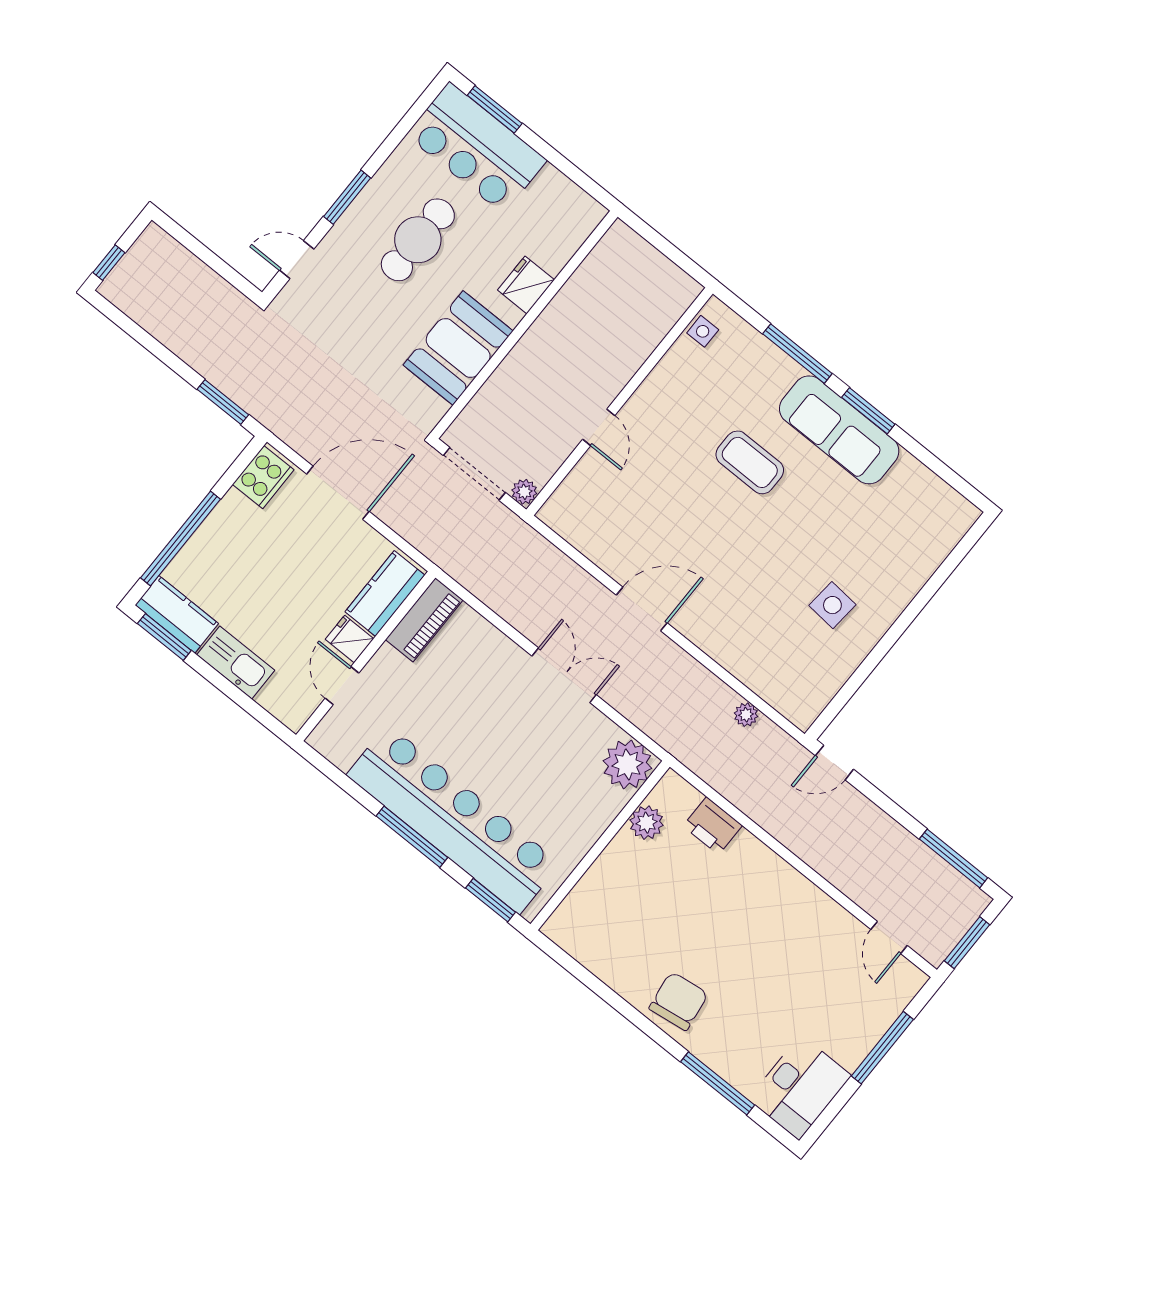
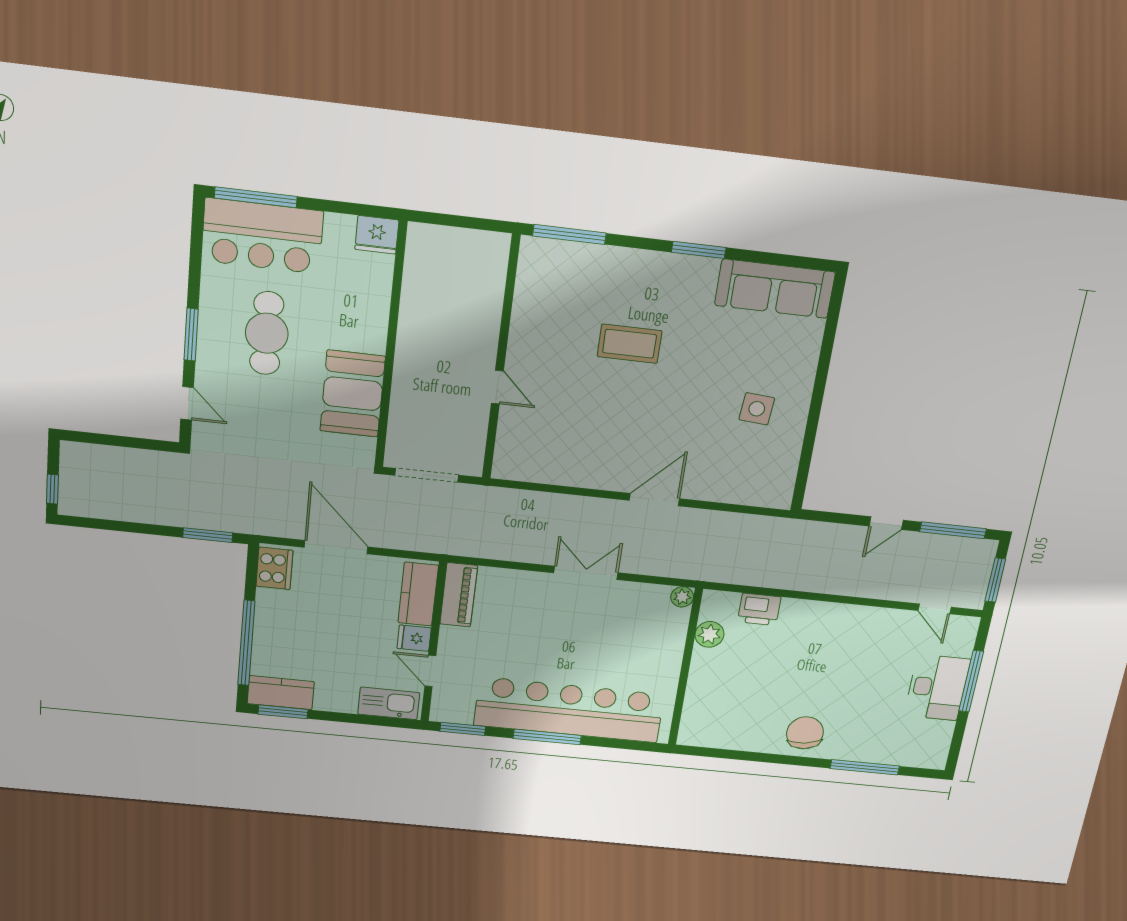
window: (495, 109) -> (256, 197), width x1.44
door: (297, 260) -> (187, 403), swing flipped
fridge: (526, 285) -> (377, 235), moved, turned -90
side table: (703, 331) -> (531, 268), removed
window: (797, 354) -> (569, 234), moved
sofa: (839, 430) -> (775, 289), moved
plant: (524, 492) -> (472, 466), removed
door: (338, 493) -> (336, 547), hinge flipped
door: (642, 609) -> (654, 500), moved
kitchen sink: (236, 663) -> (389, 703), moved
plant: (746, 715) -> (738, 522), removed
door: (834, 762) -> (886, 523), moved
plant: (627, 764) -> (682, 597), width x0.53, depth x0.53
window: (491, 900) -> (463, 729), moved
desk: (800, 1087) -> (937, 687), moved

